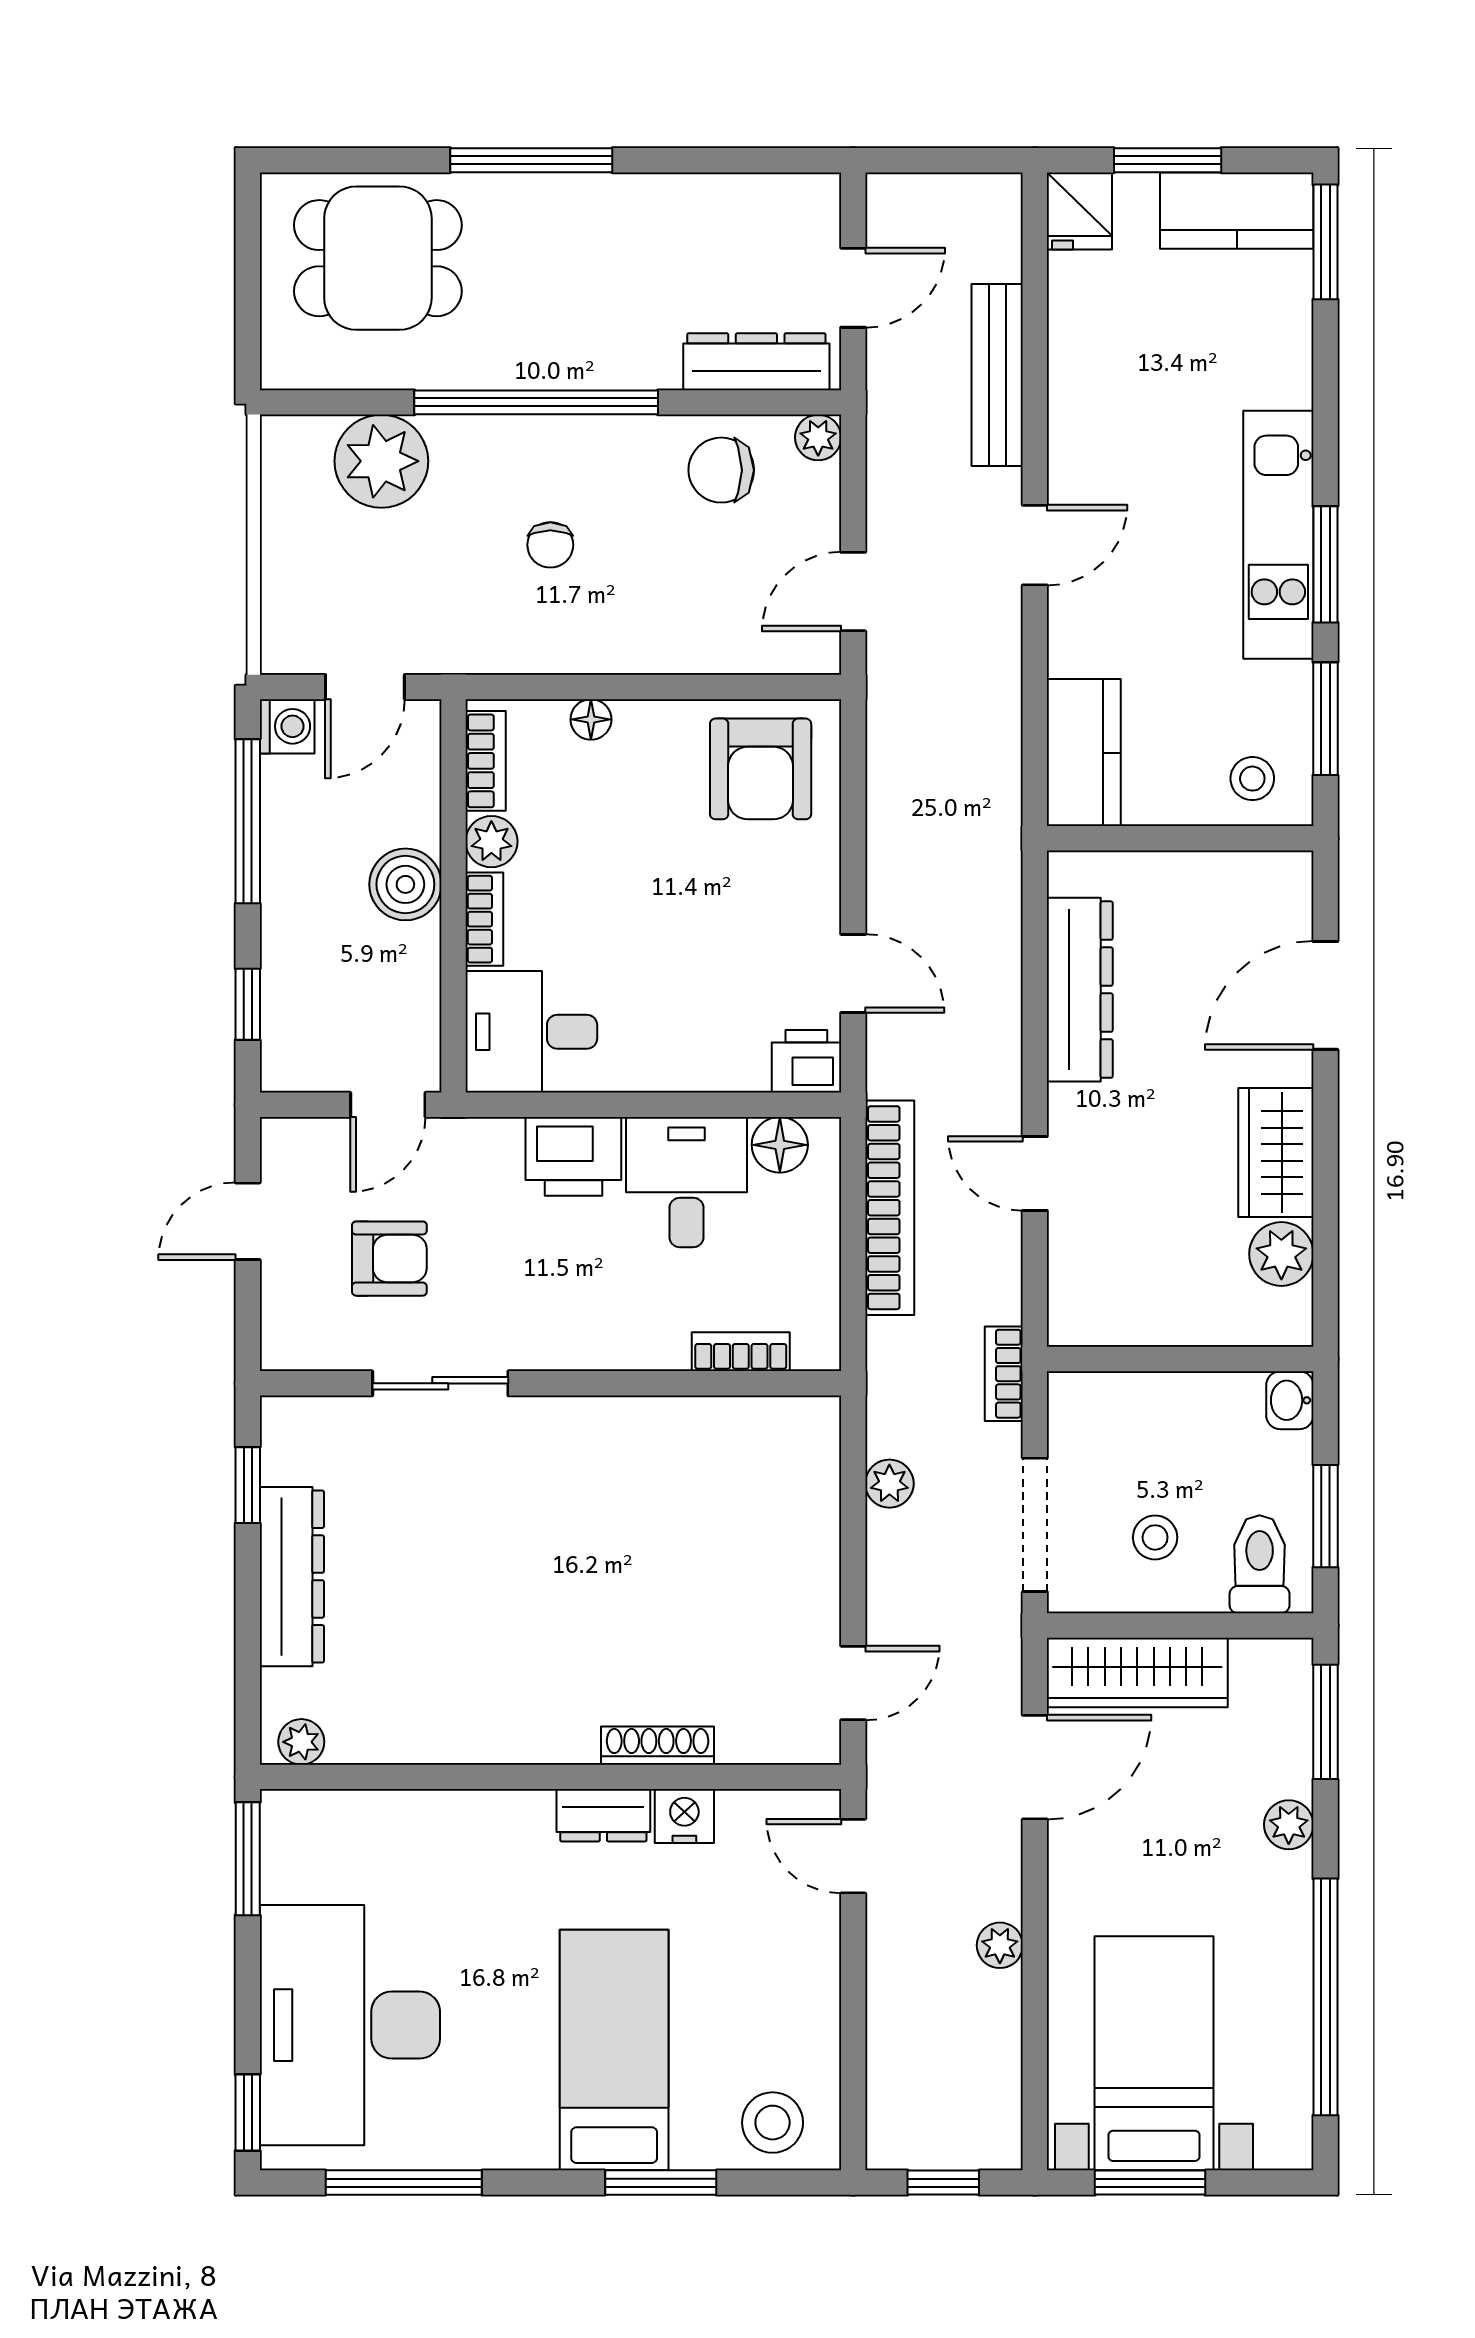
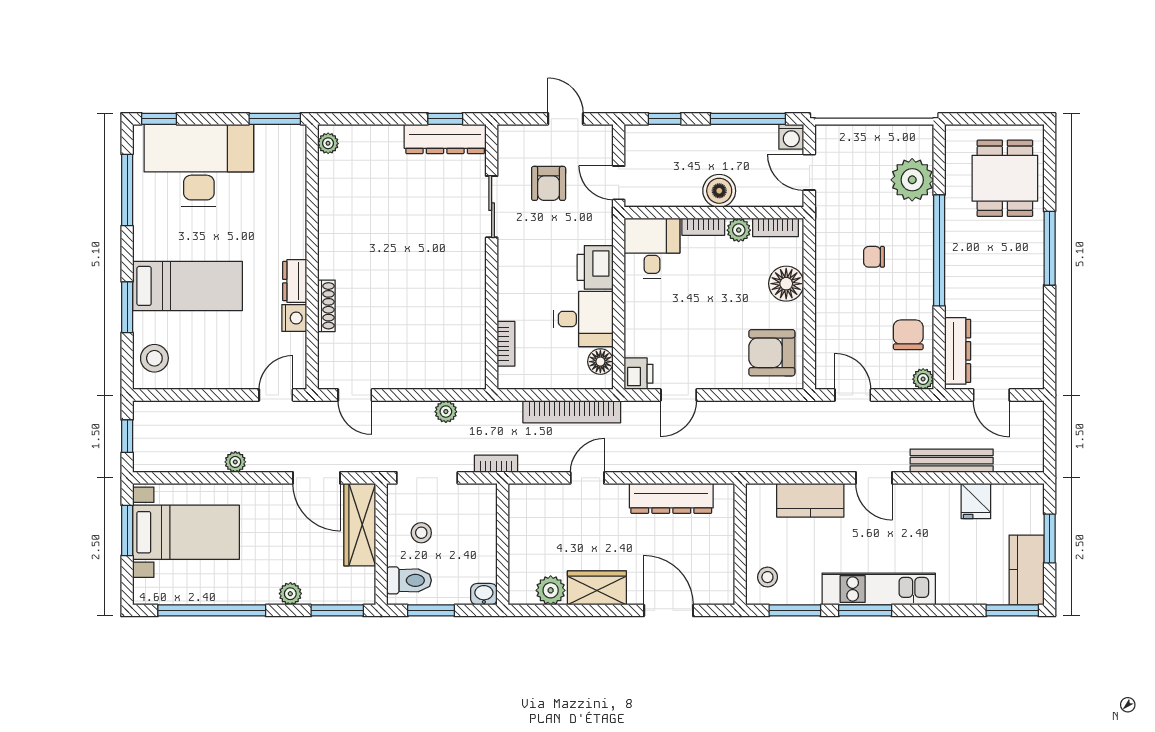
fridge: (1079, 211) -> (976, 501), moved, turned -90
floor lamp: (591, 719) -> (786, 284), width x1.89, depth x1.89
kitchen counter: (1084, 753) -> (810, 500), moved
dresser: (292, 1577) -> (445, 139), moved

